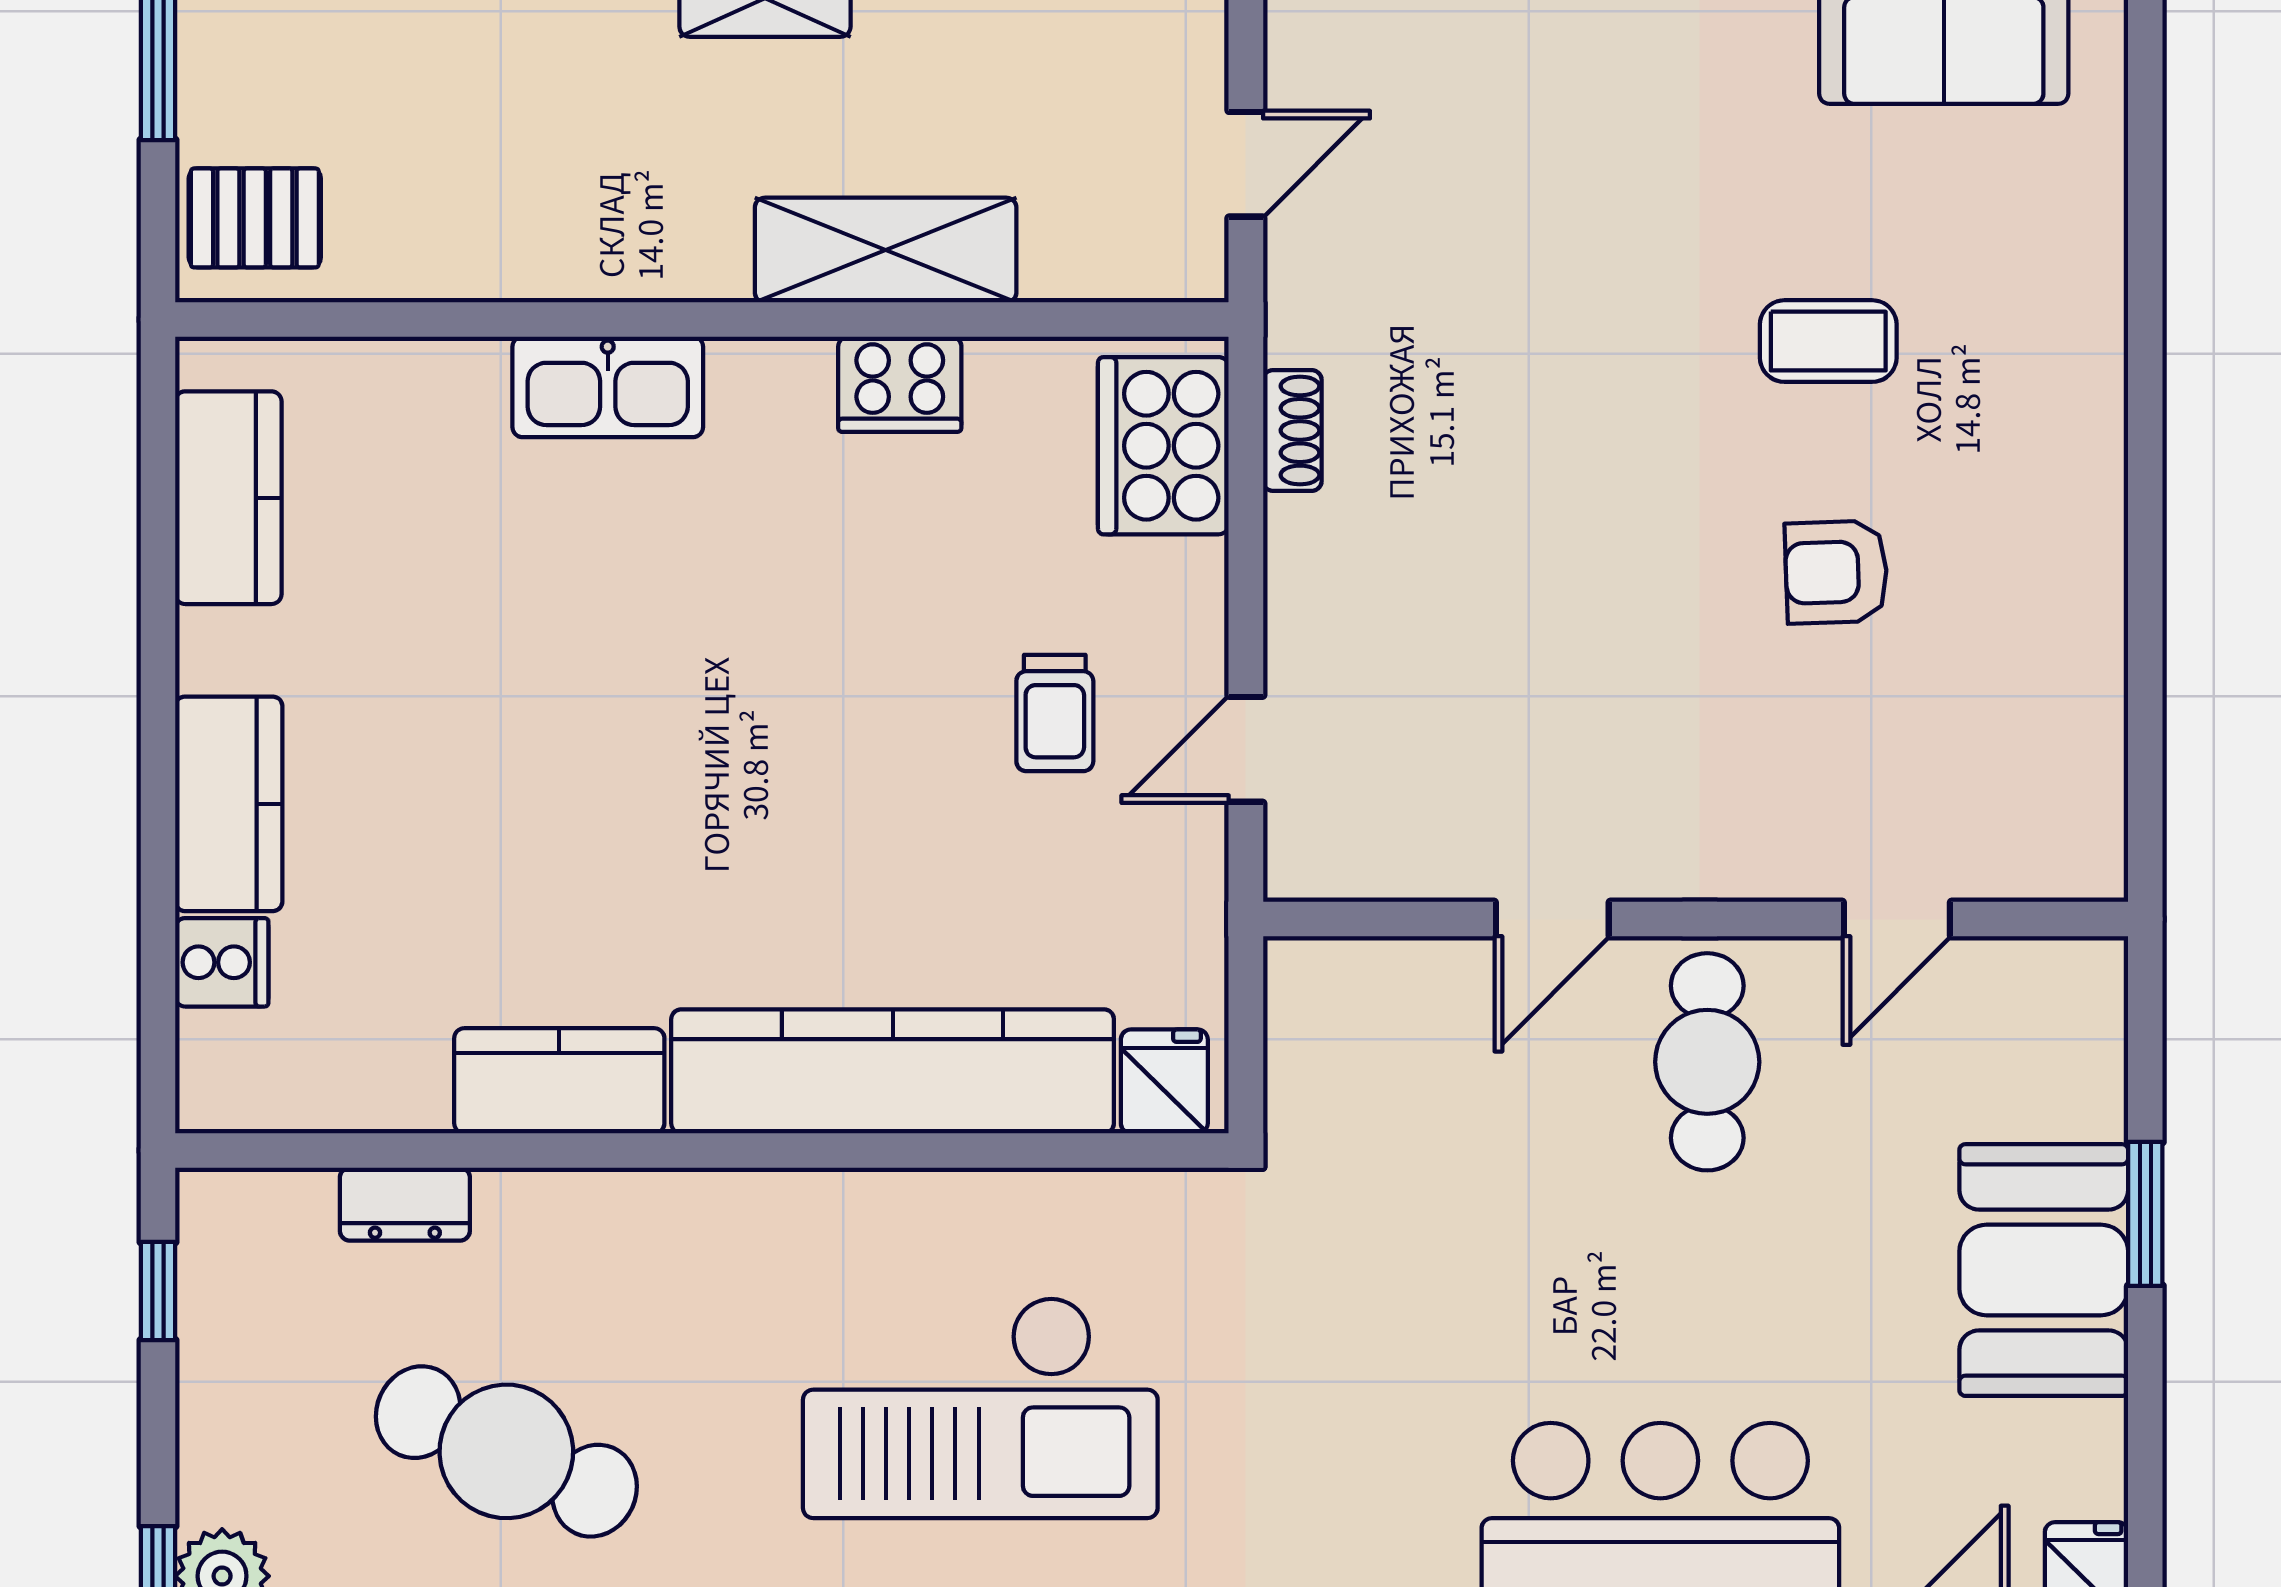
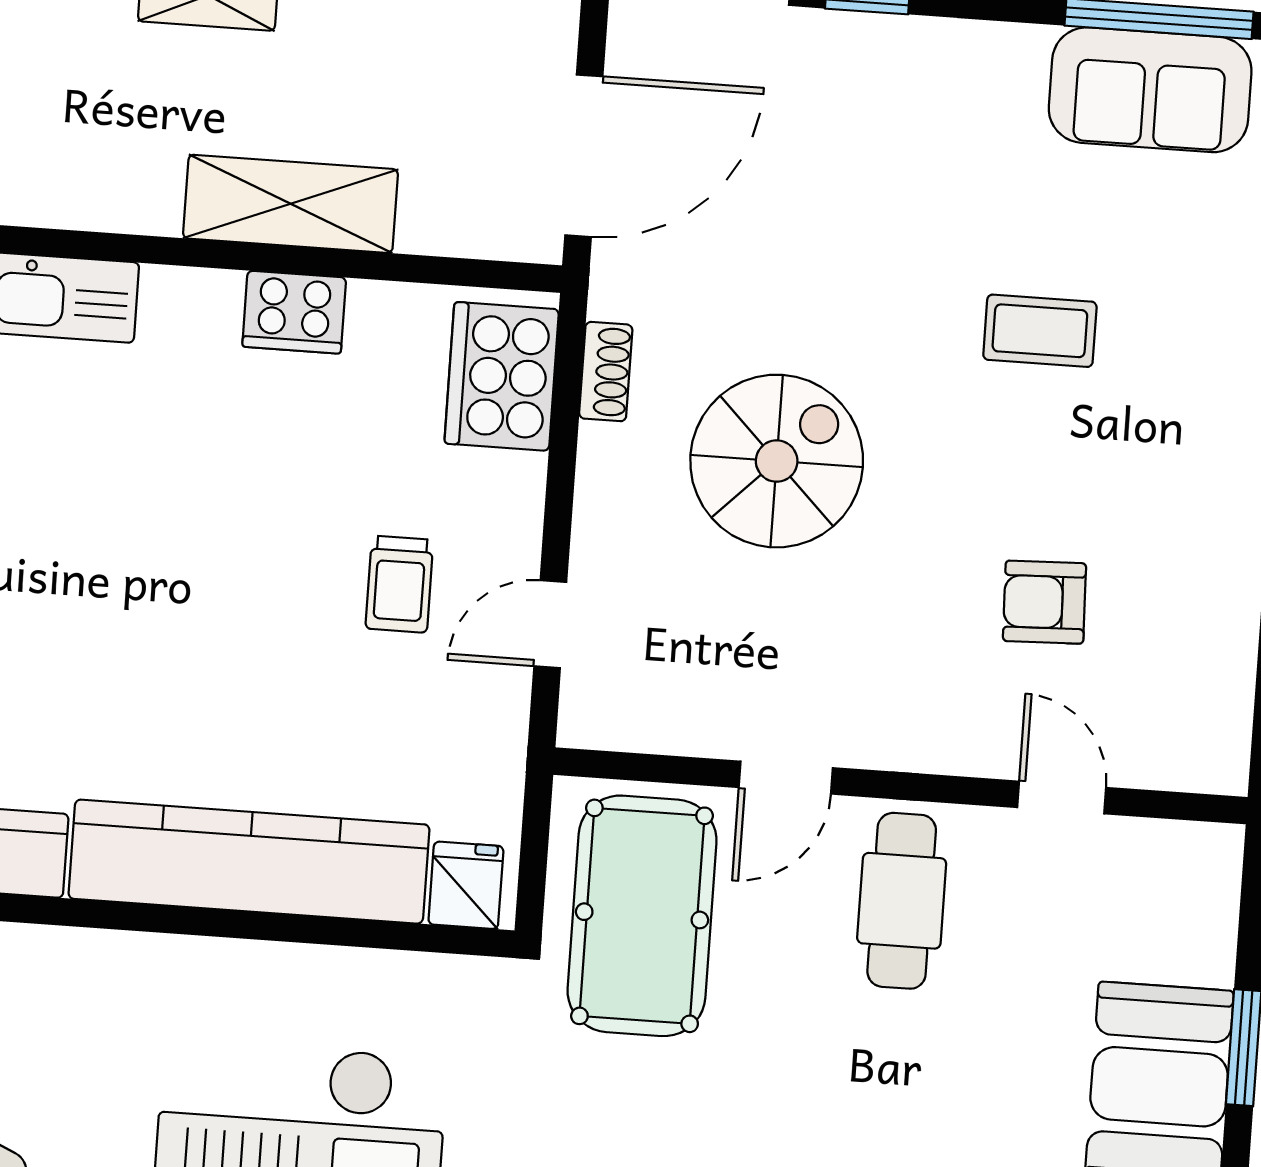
door: (1246, 164) -> (584, 156), width x1.87
spiral stairs: (1513, 526) -> (777, 461), added
armchair: (1836, 572) -> (1044, 602), moved
door: (1897, 919) -> (1062, 797), swing flipped
pool table: (1386, 1104) -> (642, 916), added

